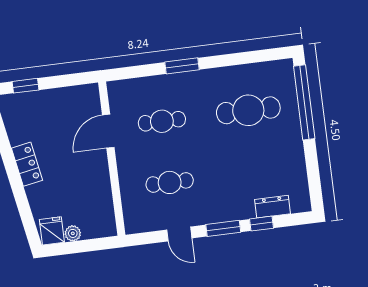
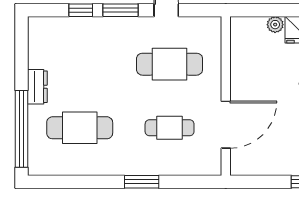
door: (108, 131) -> (226, 125), width x1.36
cafe table: (170, 182) -> (170, 64), width x1.37, depth x1.35
dresser: (272, 207) -> (37, 87), moved, turned -90

